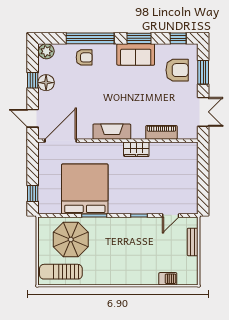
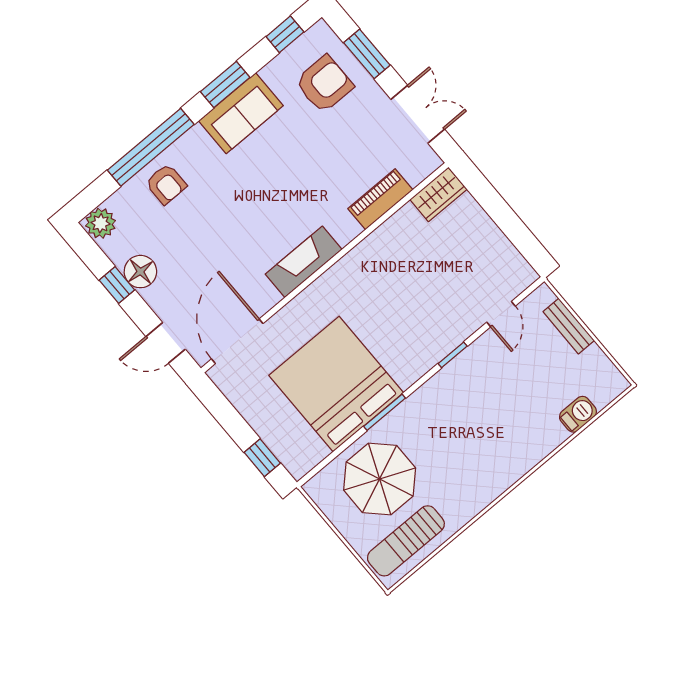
armchair: (84, 57) -> (166, 184), turned 90
wardrobe: (136, 149) -> (438, 194), moved

